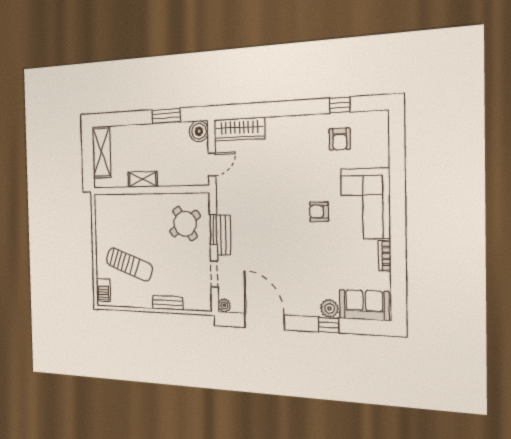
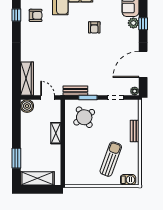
window: (166, 116) -> (16, 158), moved
shelving: (143, 179) -> (56, 133), moved
armchair: (319, 212) -> (94, 27), moved
bench: (223, 235) -> (75, 91), moved

